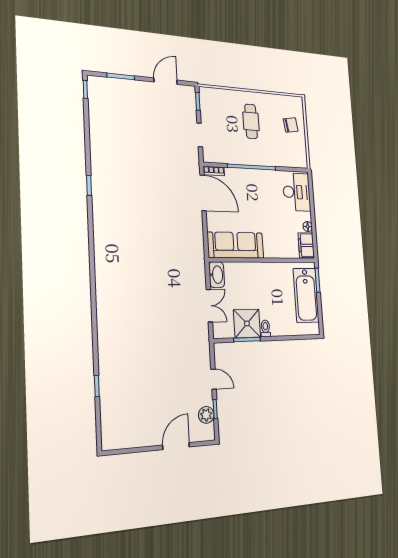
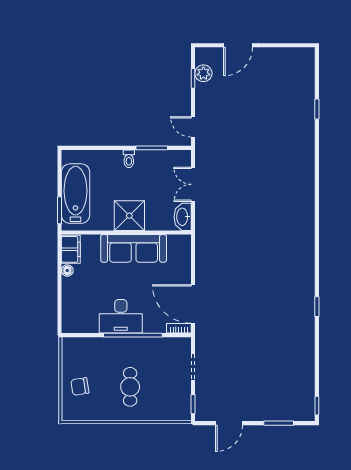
desk: (297, 192) -> (121, 316), moved, turned -90
sofa: (236, 245) -> (134, 248), moved
shower: (247, 323) -> (129, 216), moved
door: (214, 379) -> (193, 127), moved

